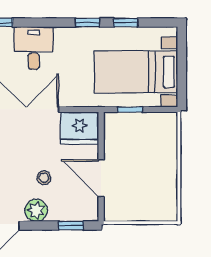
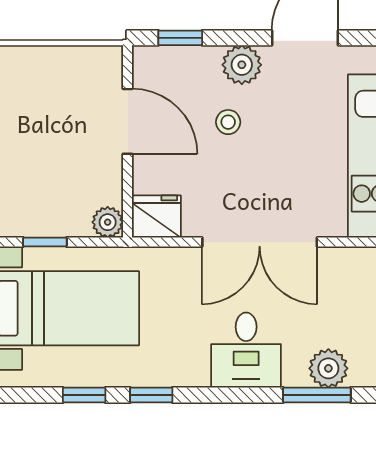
window: (130, 109) -> (45, 242), moved
plant: (112, 121) -> (108, 222), added
fridge: (80, 128) -> (156, 217), width x0.73, depth x0.75

